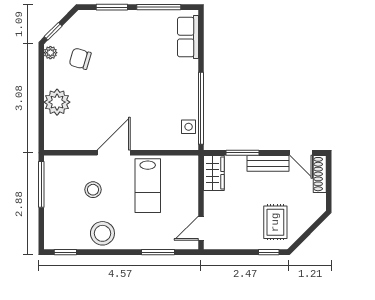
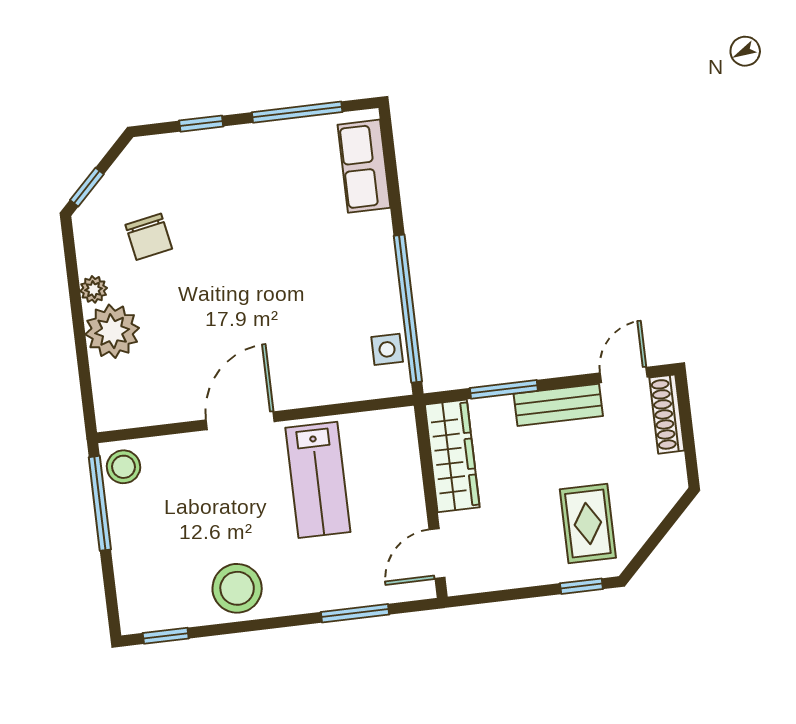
window: (112, 7) -> (201, 124), width x0.67
plant: (50, 53) -> (94, 289), moved
chair: (80, 59) -> (149, 237), turned -117
door: (301, 153) -> (624, 375), swing flipped
wardrobe: (214, 173) -> (452, 456), width x1.50
stool: (93, 190) -> (123, 467), moved

